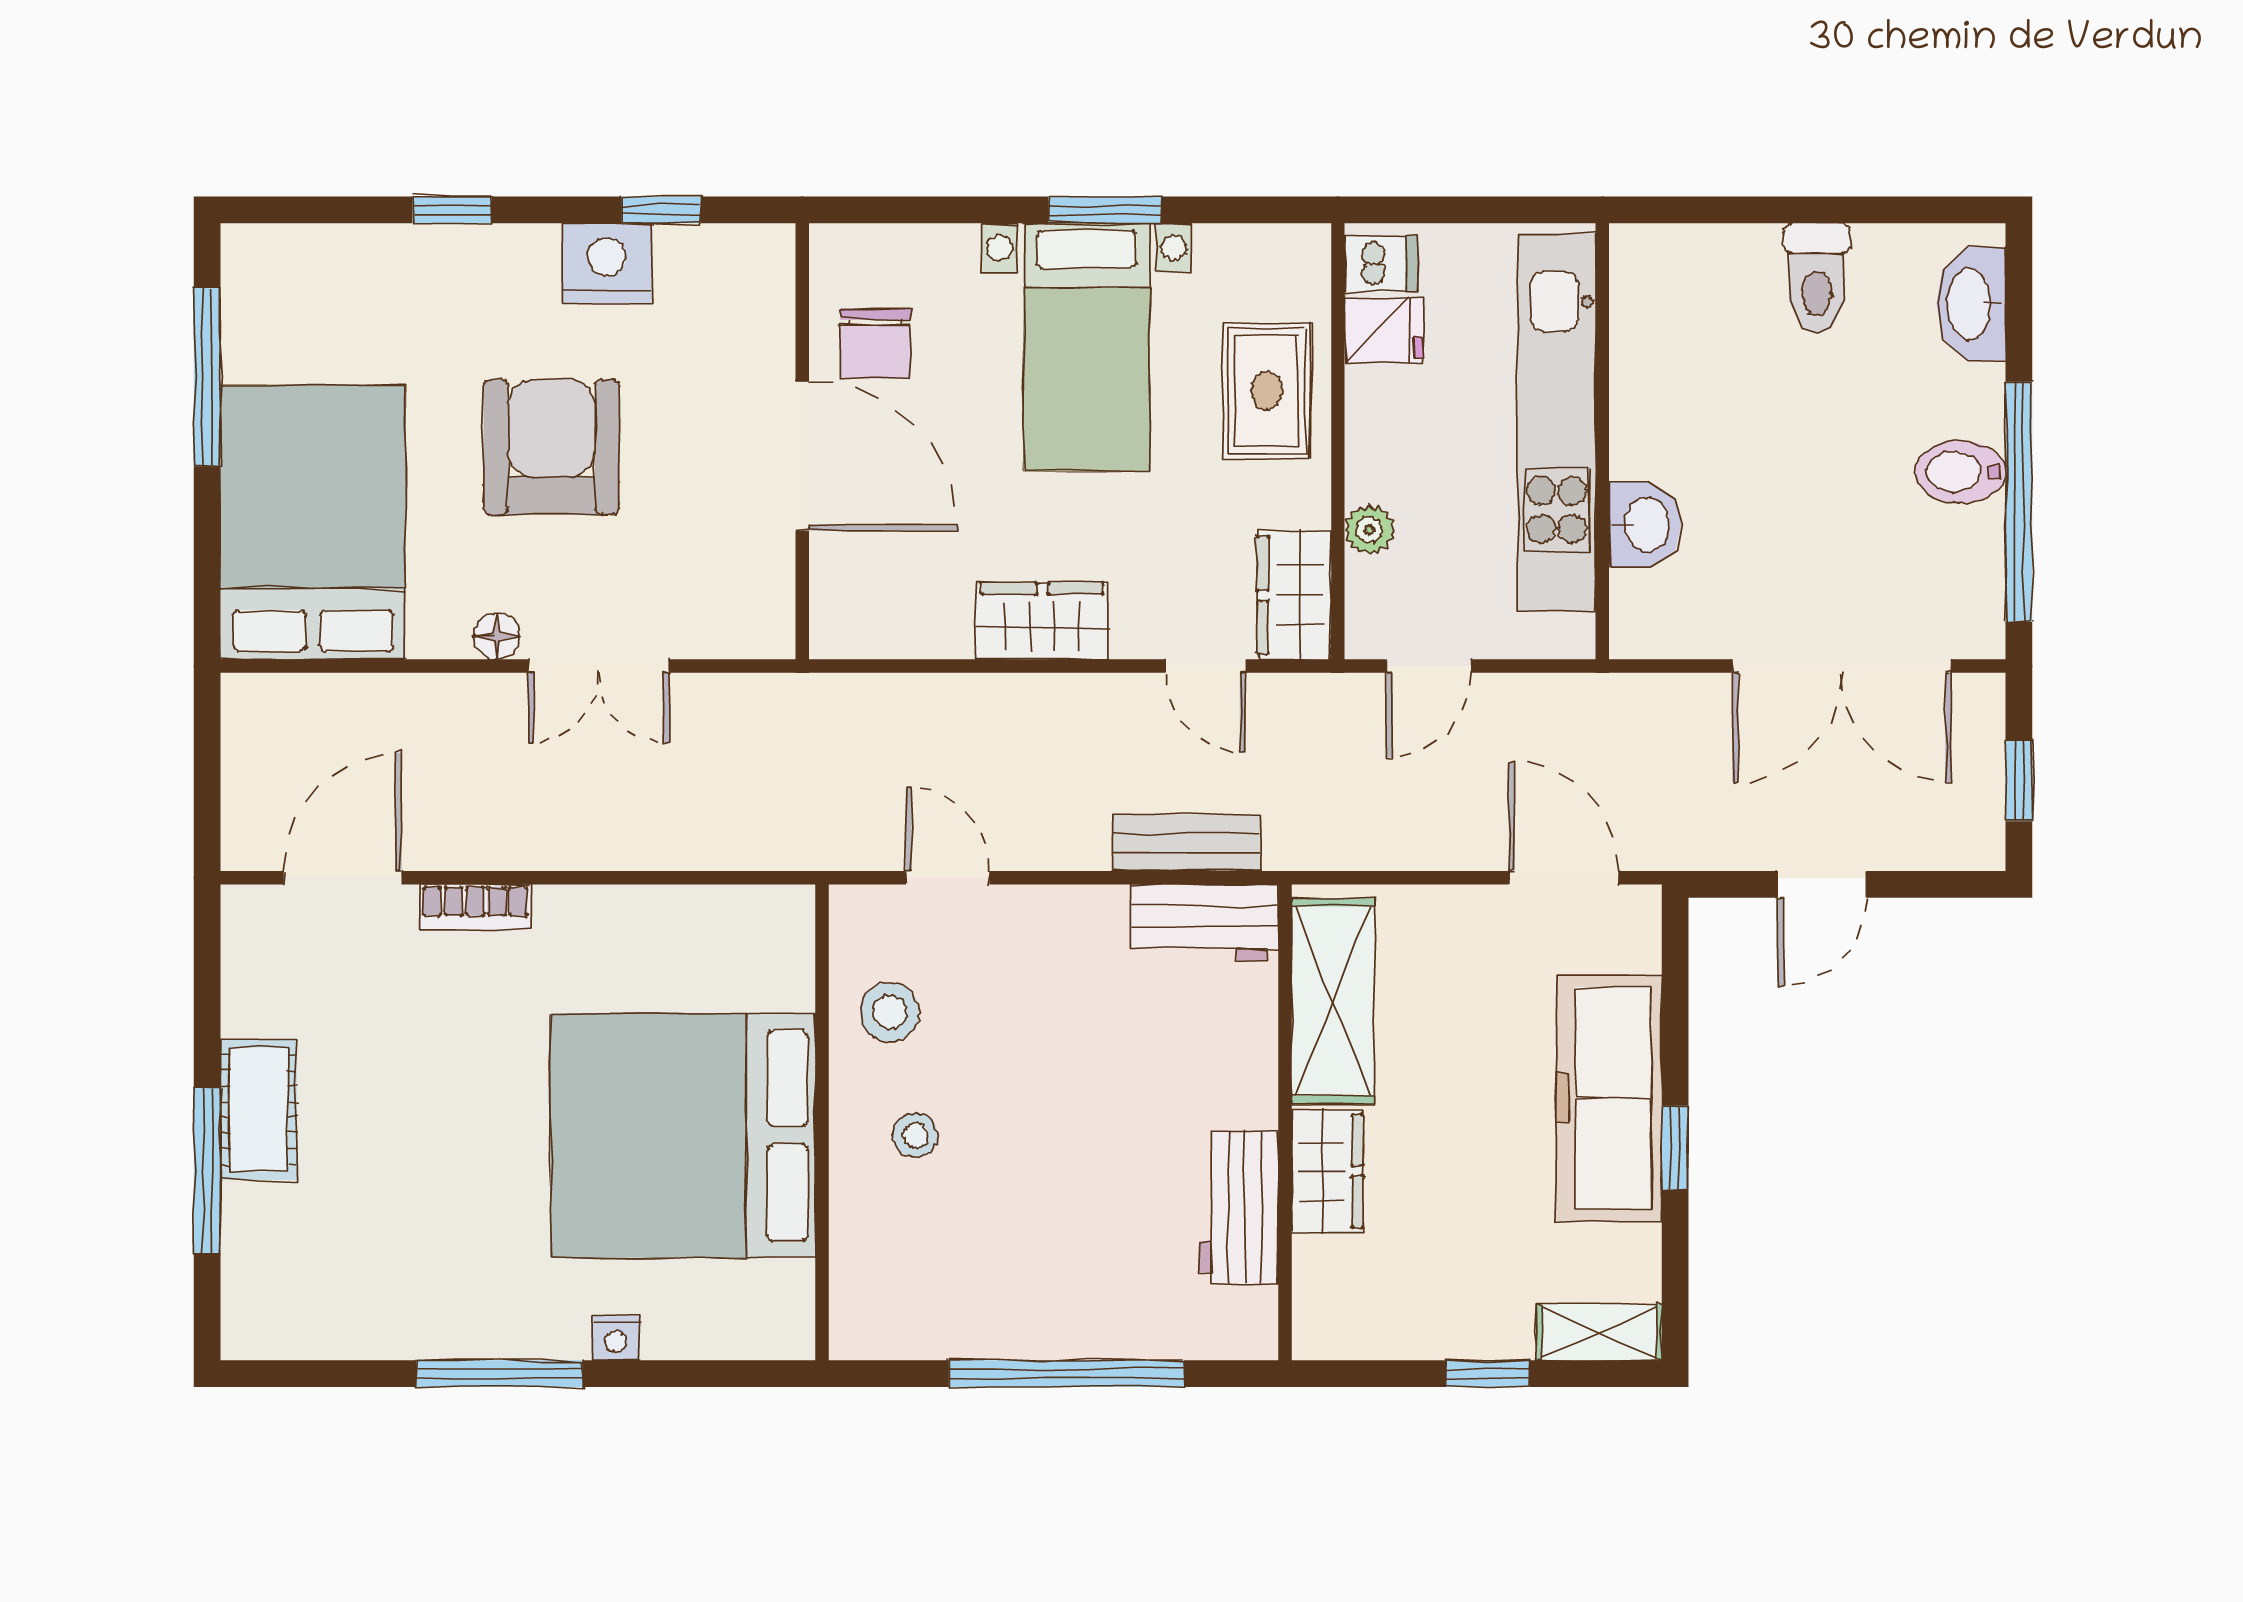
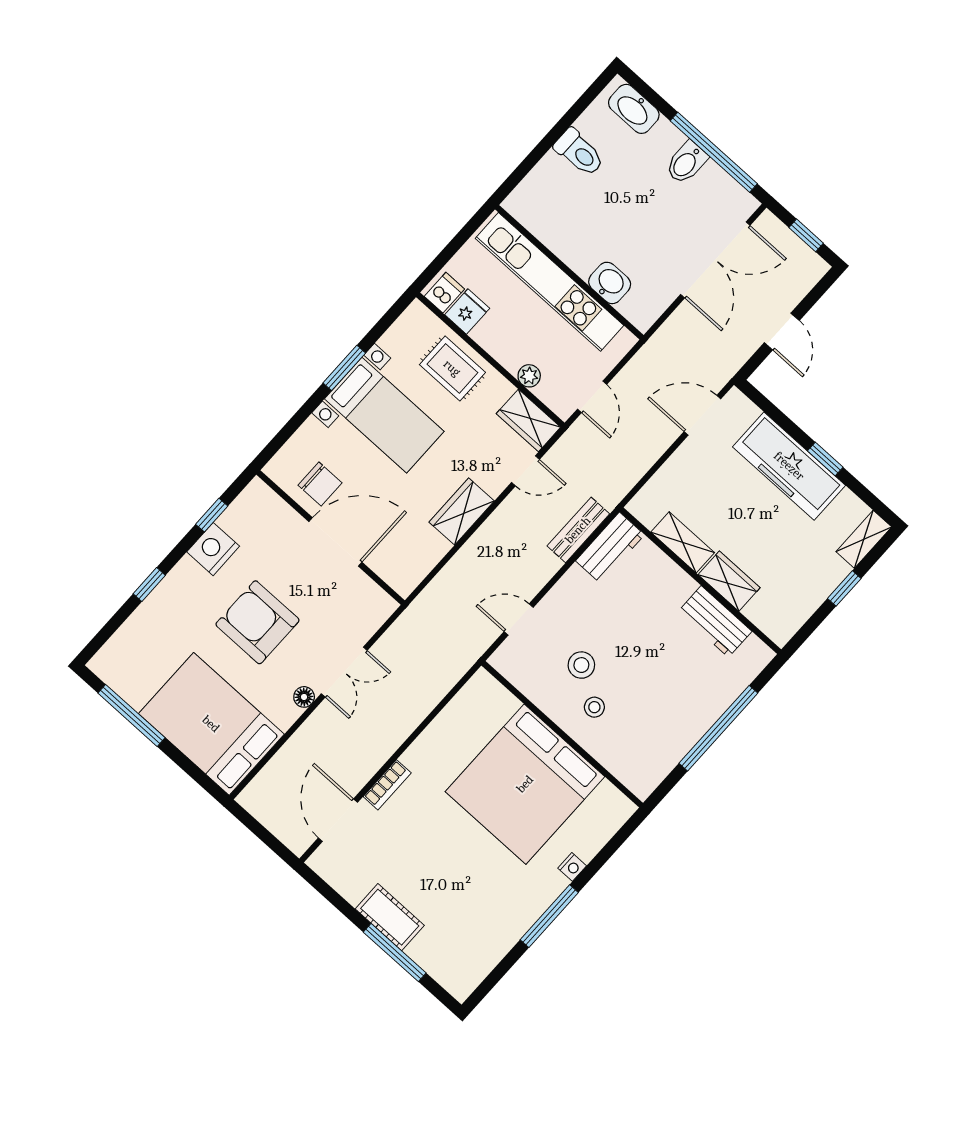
shelving: (1333, 1001) -> (683, 542), width x0.67, depth x0.75
stool: (890, 1012) -> (581, 665), moved

